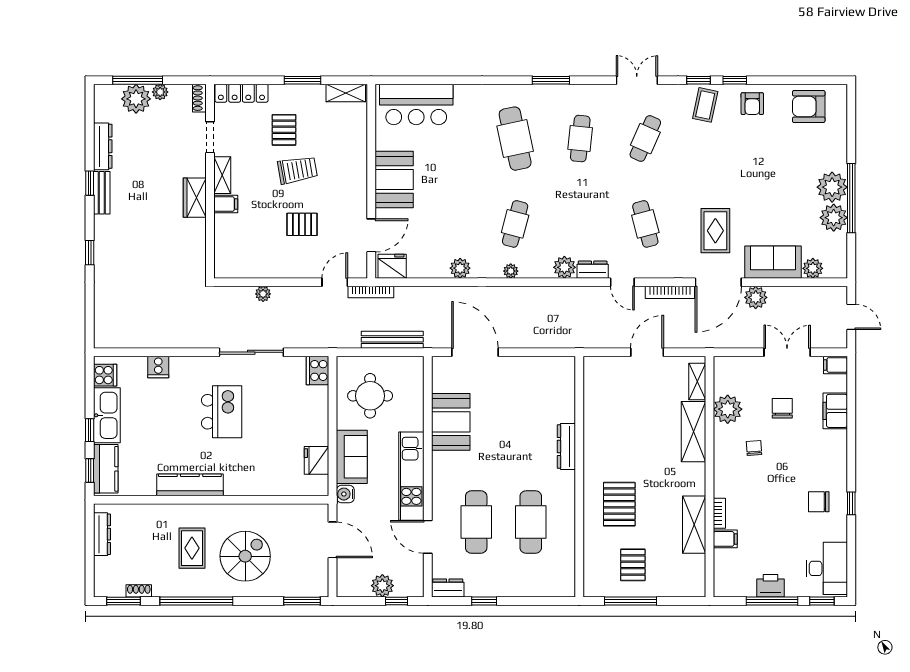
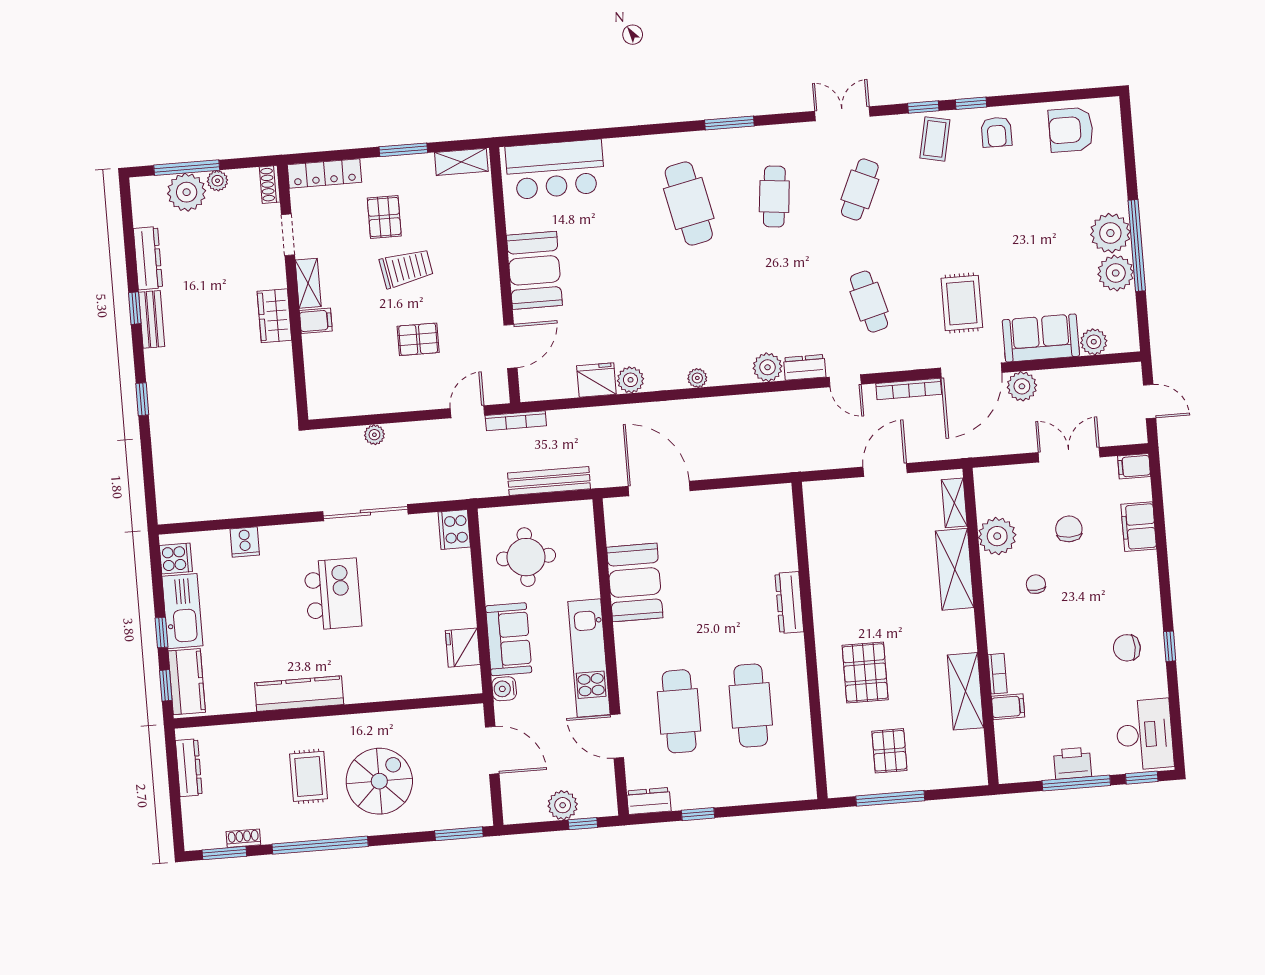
cafe table: (515, 224) -> (698, 316), removed
fridge: (392, 266) -> (596, 380), moved

